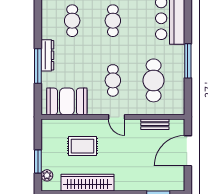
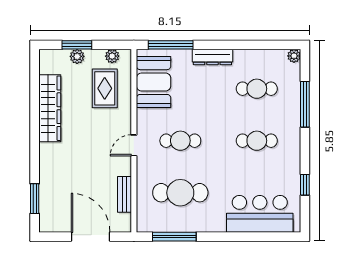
window: (188, 61) -> (174, 237), moved
window: (38, 66) -> (171, 45), moved
plant: (47, 134) -> (112, 56), added
rug: (82, 146) -> (105, 88), moved
plant: (47, 175) -> (77, 56), moved

